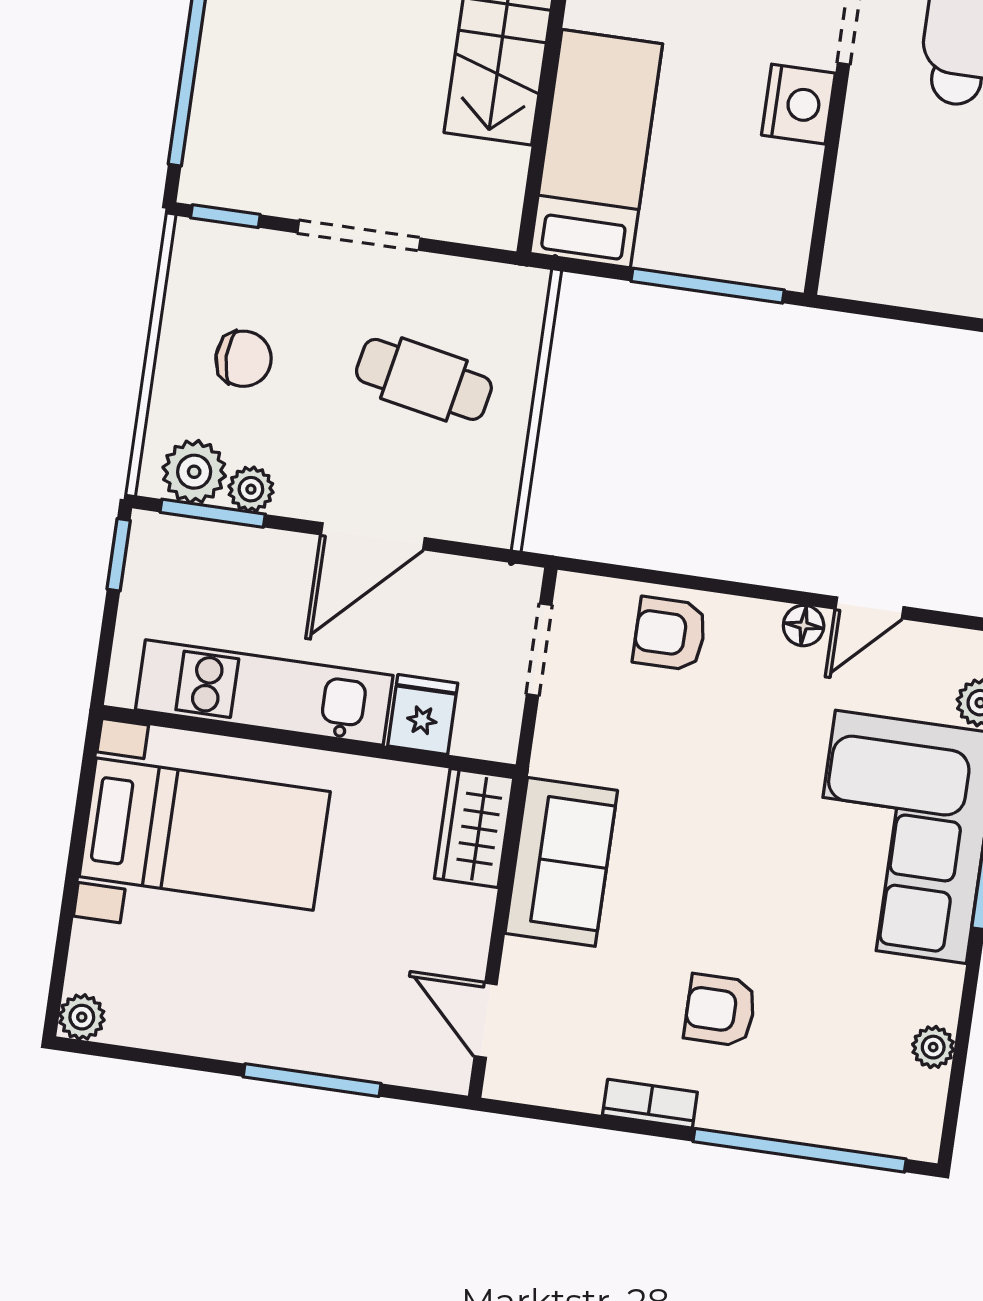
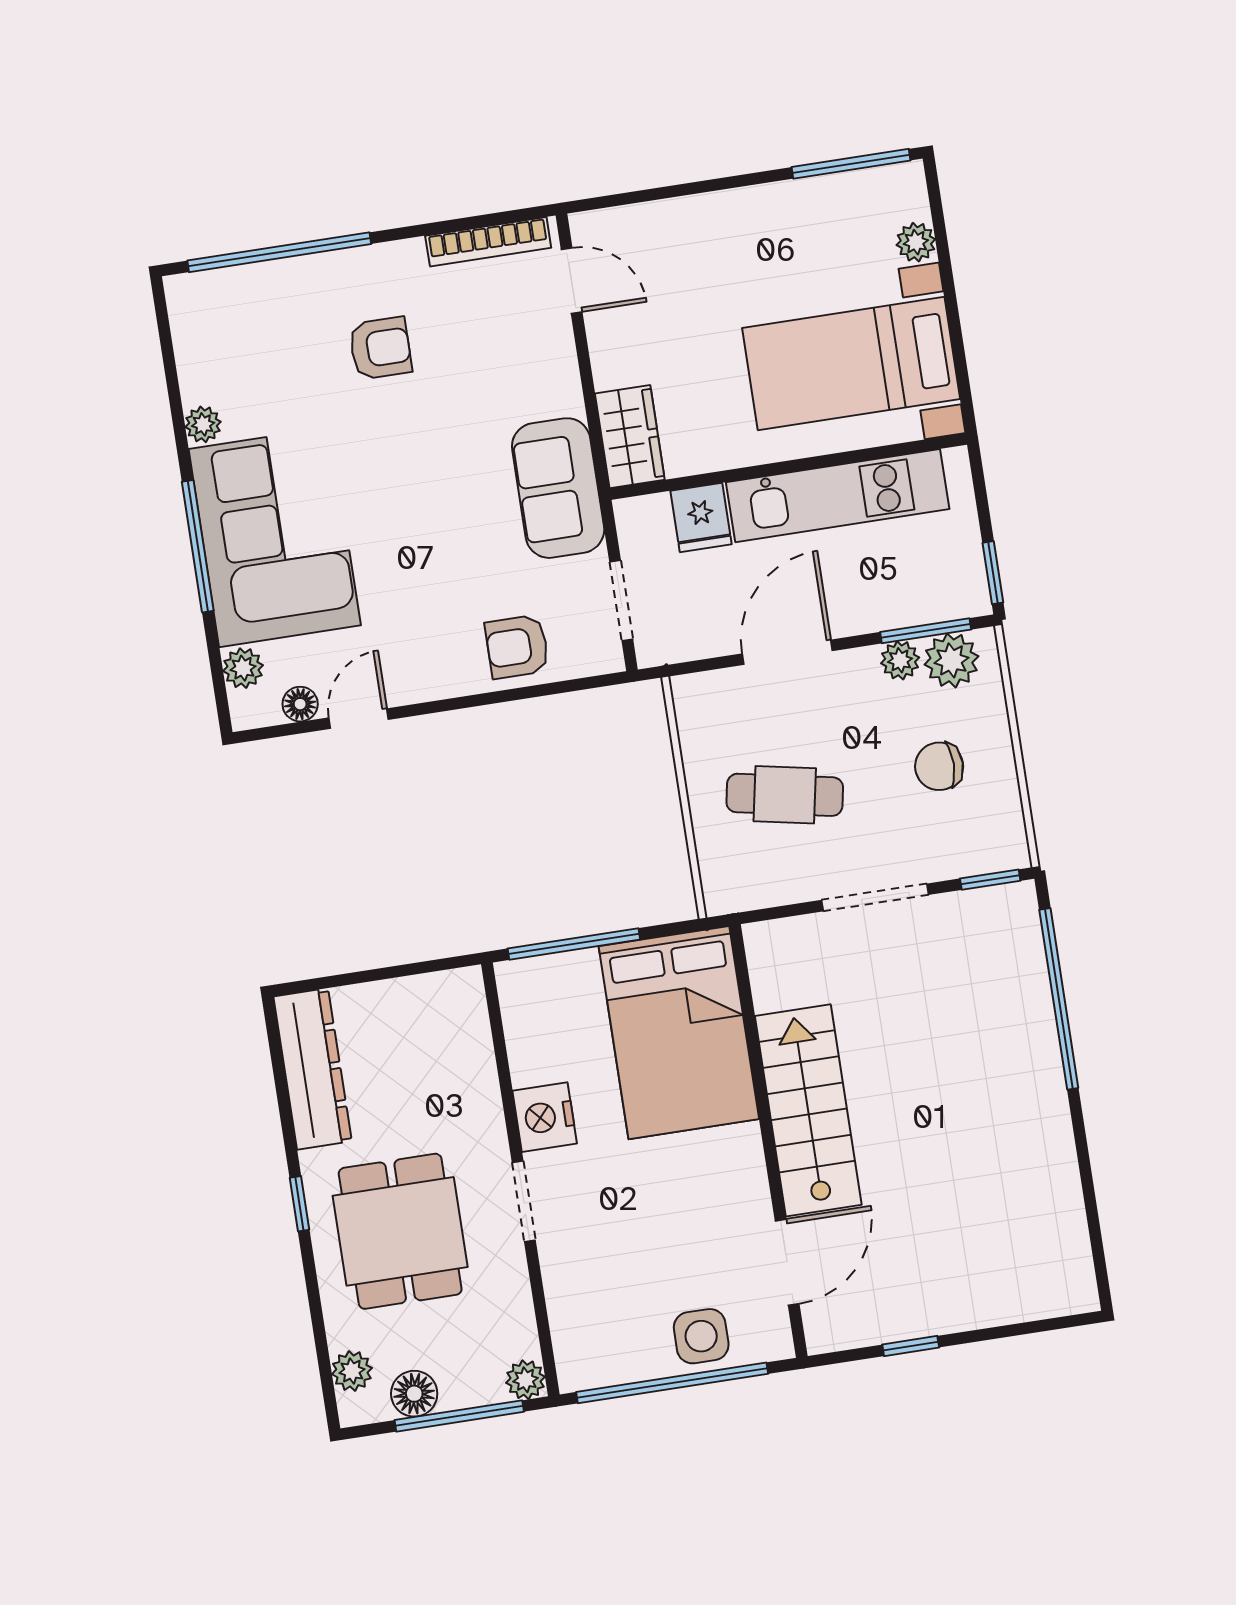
bed: (596, 149) -> (679, 1033), width x1.50
floor lamp: (804, 626) -> (300, 704), moved
armchair: (670, 634) -> (517, 647), turned 180
sofa: (561, 862) -> (558, 488), moved
plant: (82, 1017) -> (916, 242), moved
plant: (933, 1047) -> (203, 424), moved
window: (312, 1080) -> (851, 164), moved
bookcase: (650, 1104) -> (488, 242), moved, width x1.56

